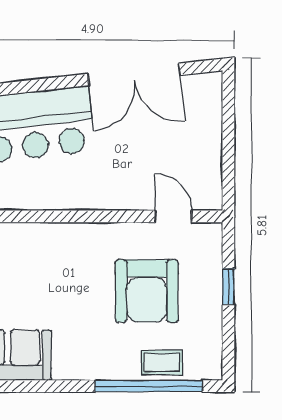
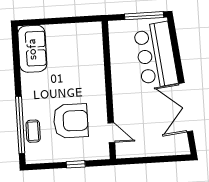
door: (173, 216) -> (111, 133), hinge flipped
armchair: (147, 291) -> (71, 121), turned 180

